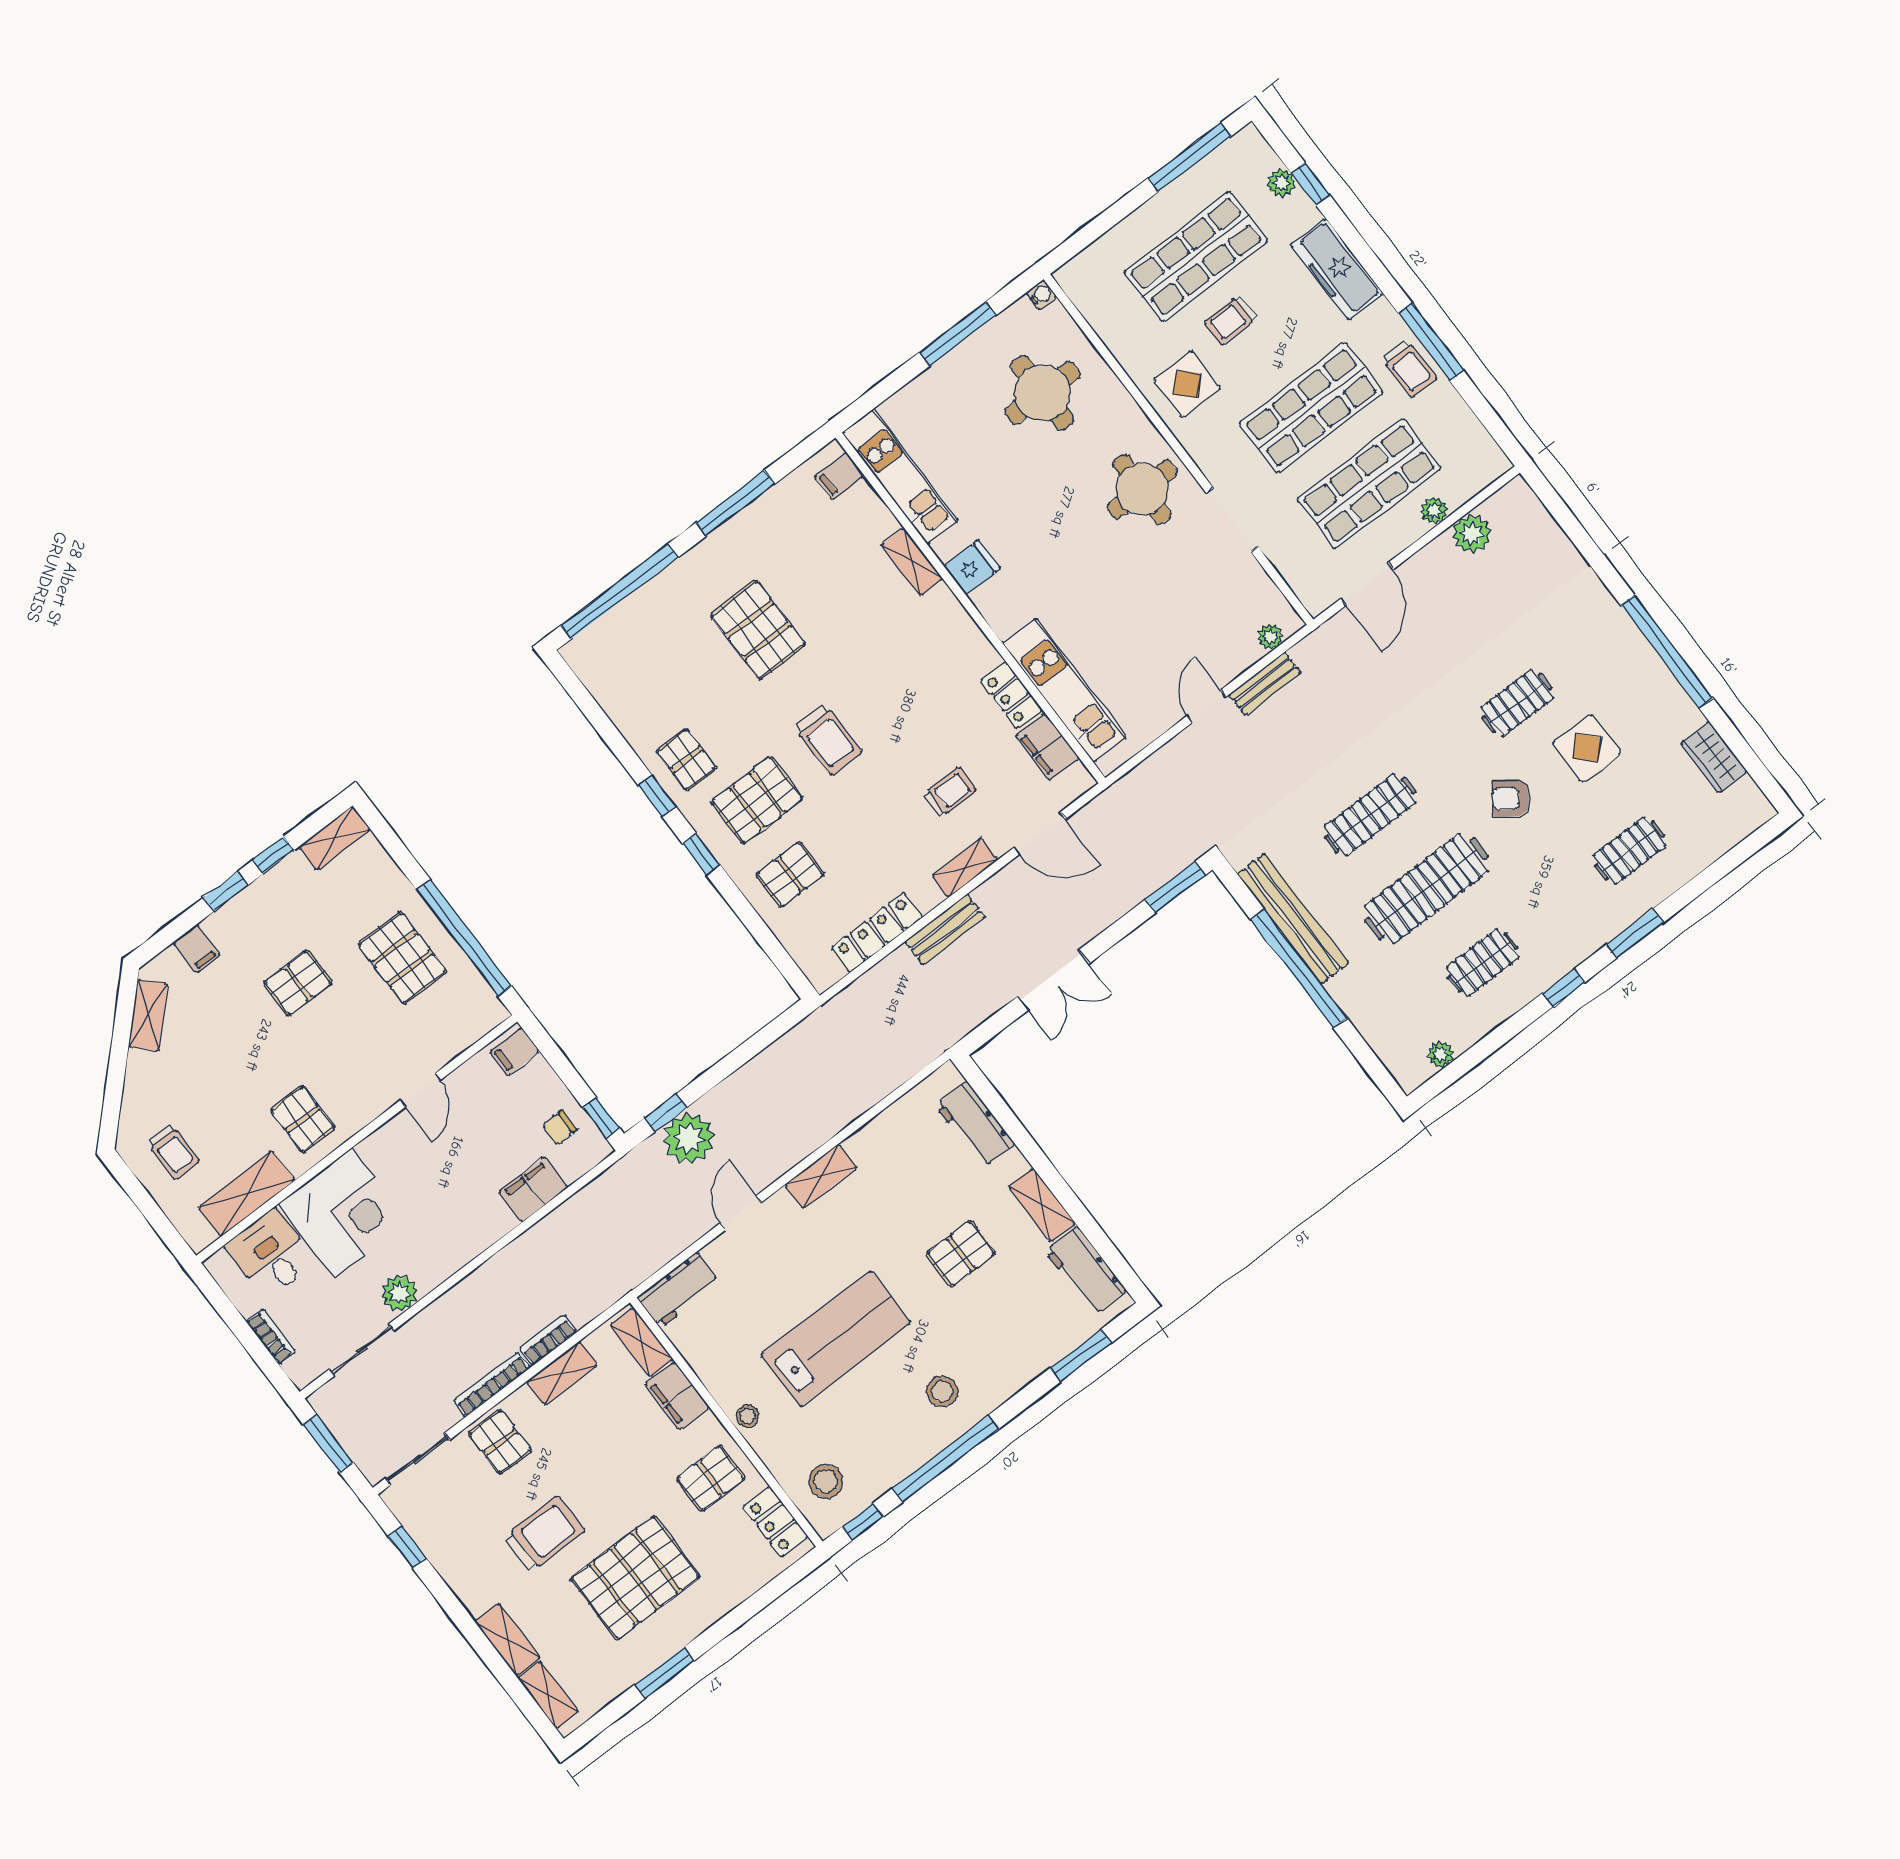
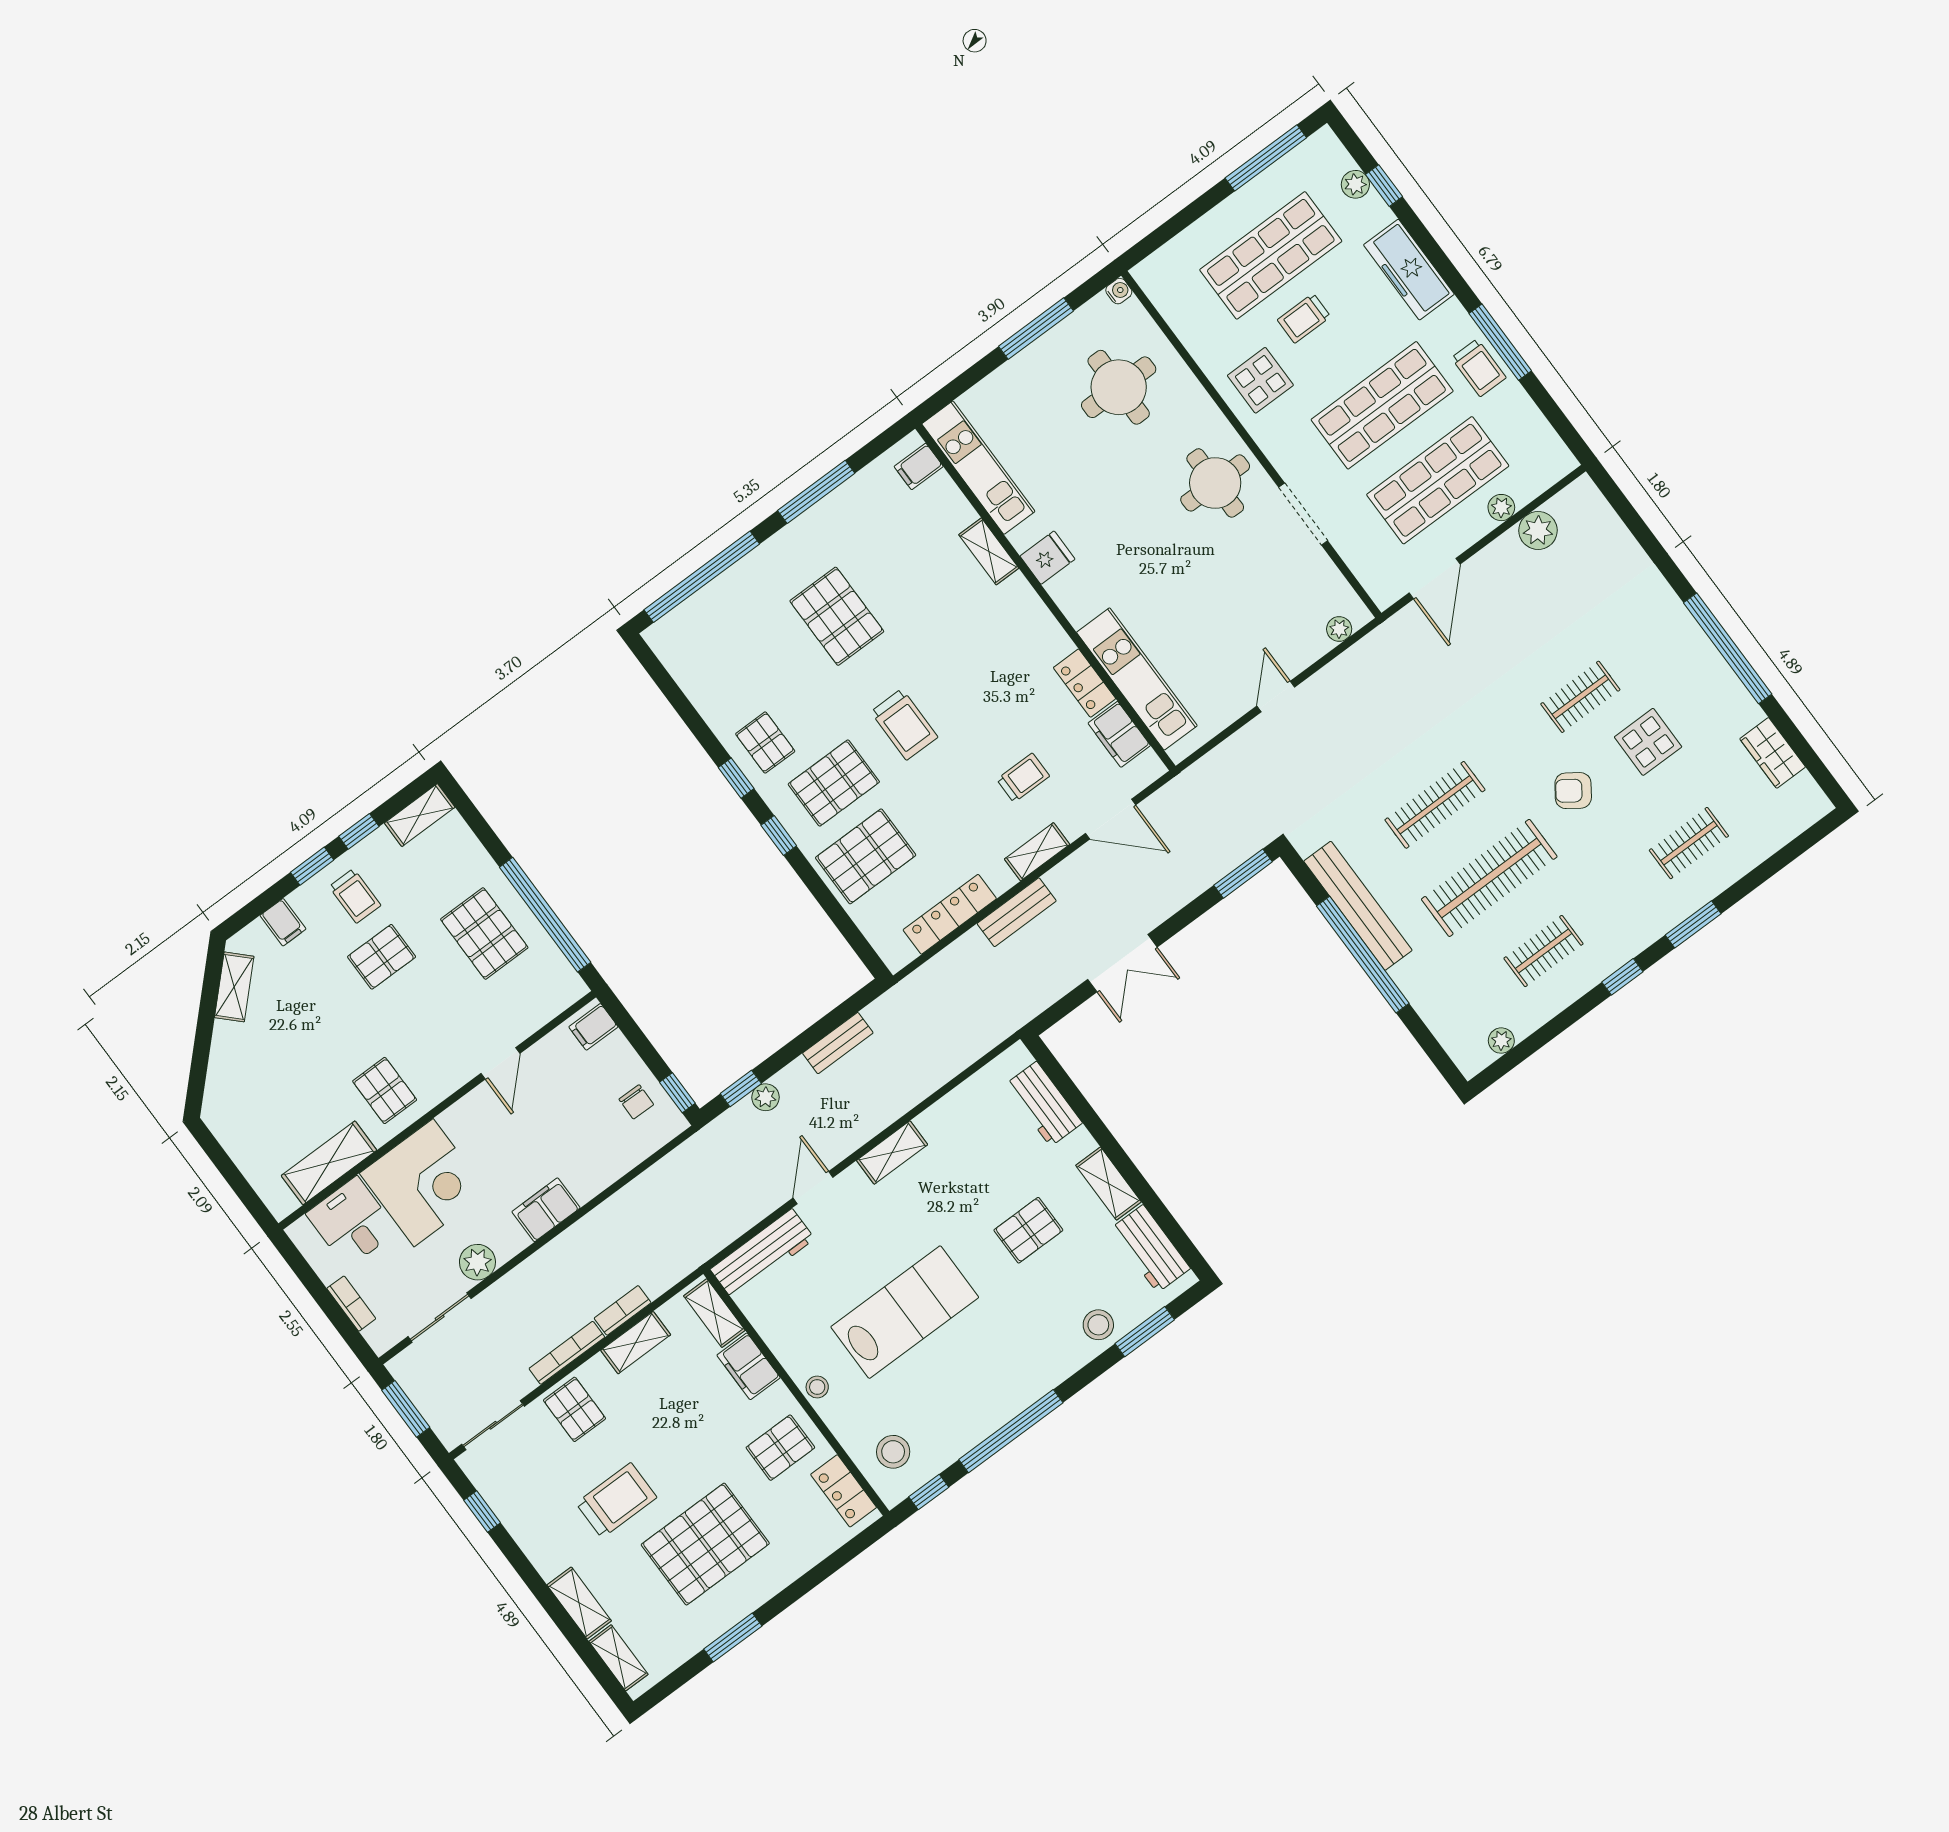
bench: (1265, 684) -> (838, 1043), moved
pallet: (790, 874) -> (866, 856), width x1.50, depth x1.42
chair: (559, 1128) -> (636, 1102), turned -89
plant: (689, 1138) -> (766, 1097), width x0.53, depth x0.53
trolley: (173, 1152) -> (355, 896), moved
filing cabinet: (533, 1190) -> (546, 1210), moved
workbench: (679, 1290) -> (762, 1254), width x1.38
stool: (942, 1391) -> (1098, 1325), moved

